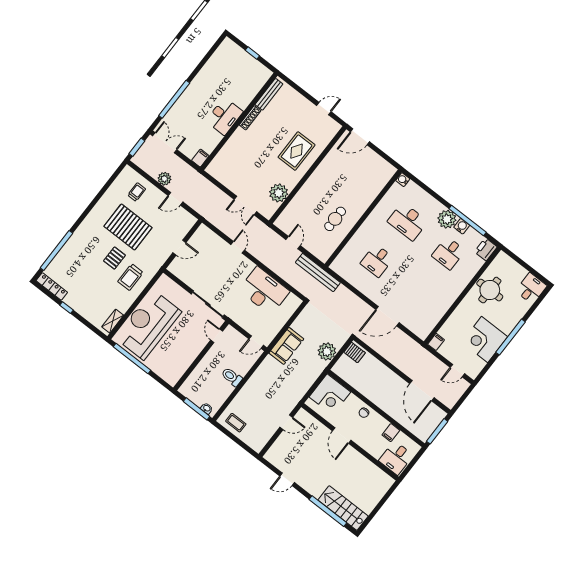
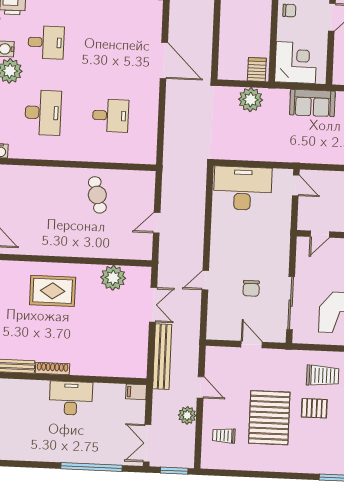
cafe table: (335, 219) -> (97, 195), turned 76
chair: (213, 271) -> (251, 288), added
bench: (318, 273) -> (162, 357), moved
desk: (264, 291) -> (243, 188), moved, turned 90
sliding door: (208, 304) -> (291, 303), moved
sofa: (286, 346) -> (312, 103), moved, turned 180
server rack: (355, 352) -> (257, 69), moved

